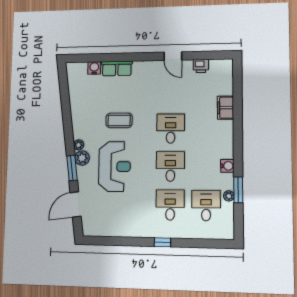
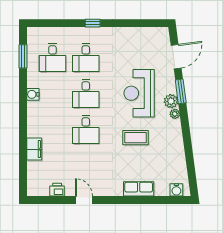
water cooler: (94, 68) -> (176, 190), moved
window: (238, 190) -> (23, 56), moved
plant: (229, 196) -> (32, 67), removed

